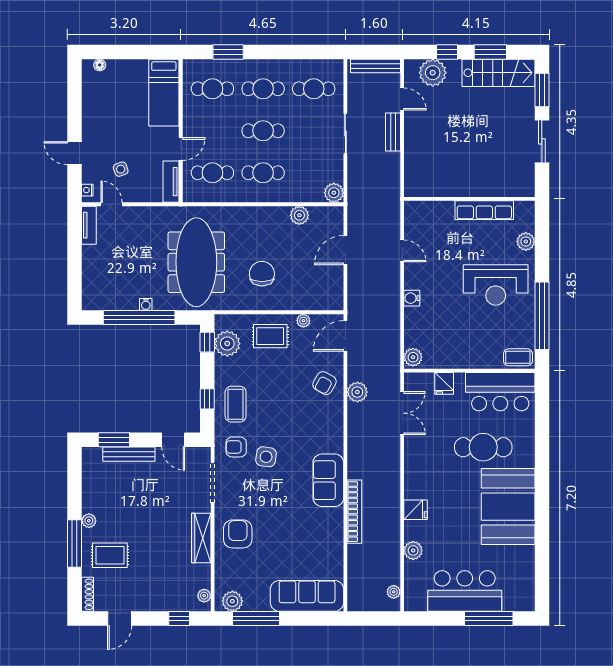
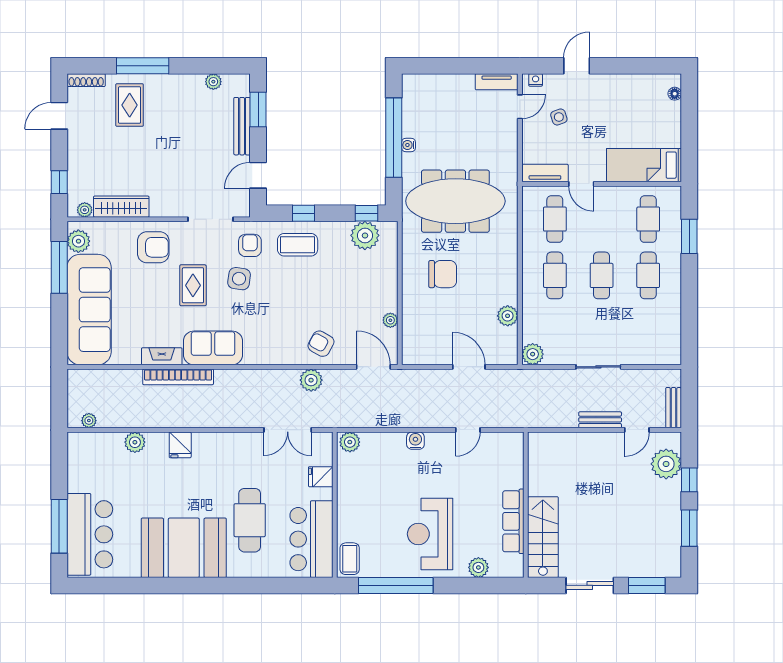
bench: (375, 66) -> (674, 408), width x0.73
stairs: (498, 73) -> (543, 537), moved, turned 180
cafe table: (314, 89) -> (648, 332), removed
rug: (270, 336) -> (193, 285), moved
plant: (89, 521) -> (213, 82), moved
fireplace: (336, 526) -> (162, 356), added
wardrobe: (201, 538) -> (121, 207), moved
bar counter: (465, 591) -> (90, 534), moved
sofa: (307, 596) -> (89, 310), width x1.36, depth x1.27
door: (120, 619) -> (59, 116), hinge flipped

